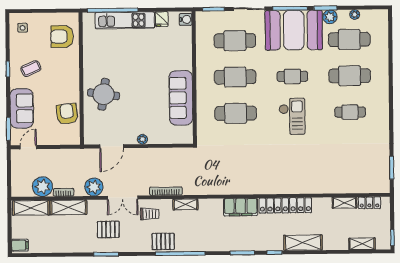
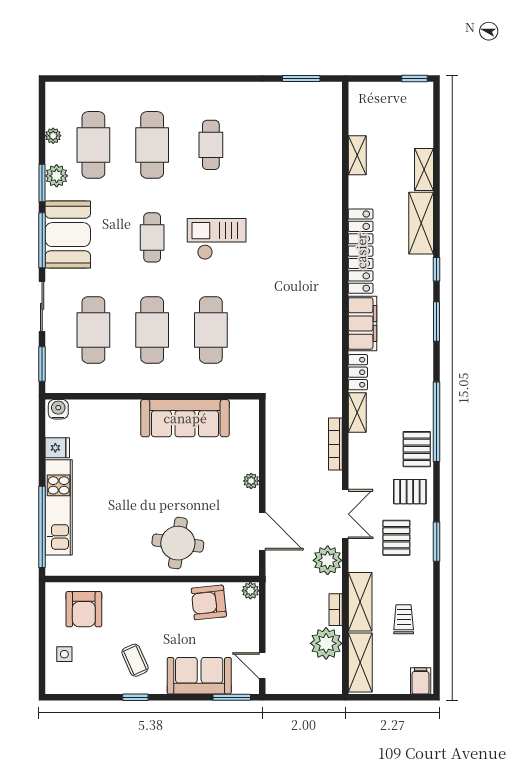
side table: (23, 28) -> (64, 654), moved
booth: (294, 30) -> (68, 235), width x0.73, depth x0.70
plant: (75, 139) -> (250, 591), added
locker: (369, 203) -> (358, 372), moved
trolley: (150, 214) -> (404, 619), moved
pallet: (137, 237) -> (410, 492), added
shelving: (362, 244) -> (424, 169), moved

